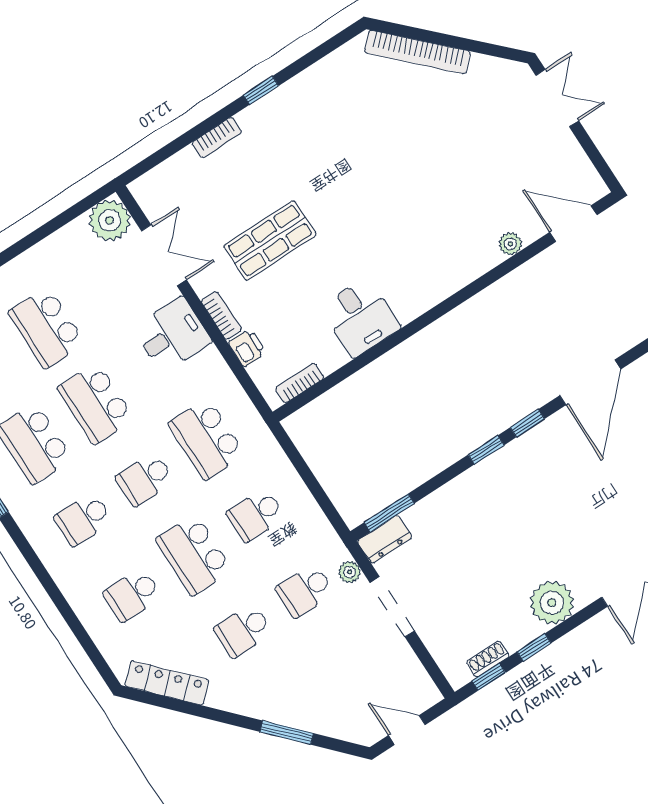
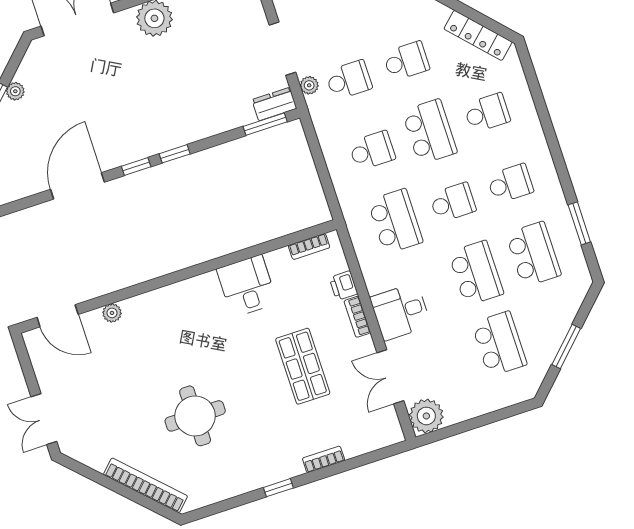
round table: (381, 149) -> (195, 416), added
shop shelf: (270, 240) -> (303, 366), turned 90

